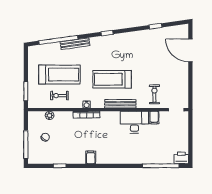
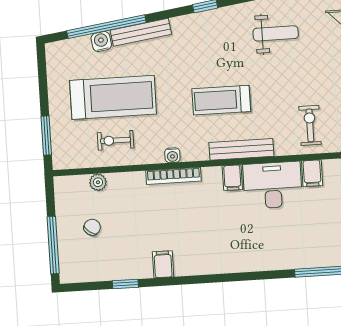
water cooler: (55, 47) -> (101, 42), added
weight bench: (141, 48) -> (276, 33), added
treadmill: (112, 79) -> (221, 100), width x0.73, depth x0.73
filing cabinet: (115, 117) -> (232, 178), added
filing cabinet: (91, 157) -> (163, 264), moved

